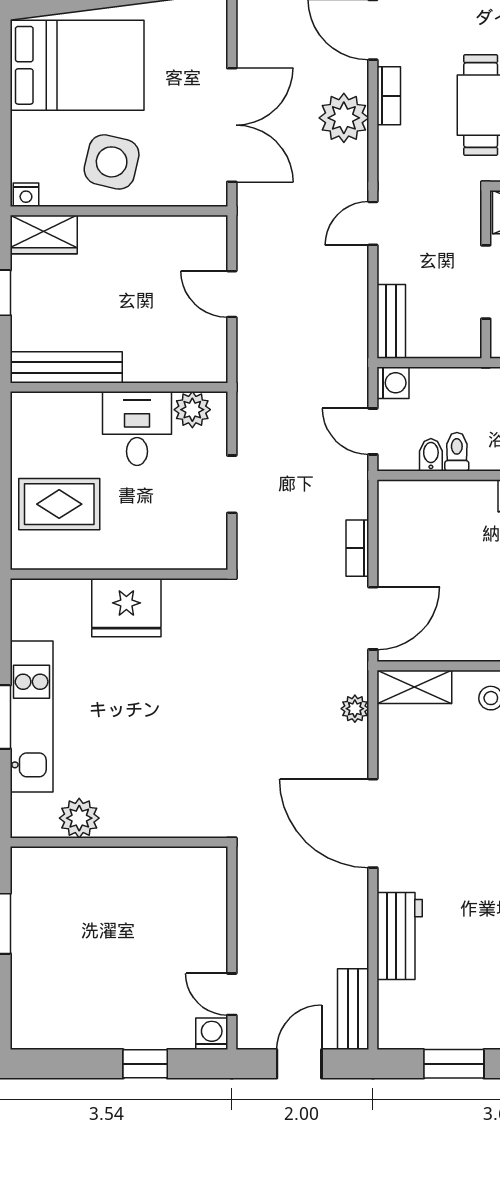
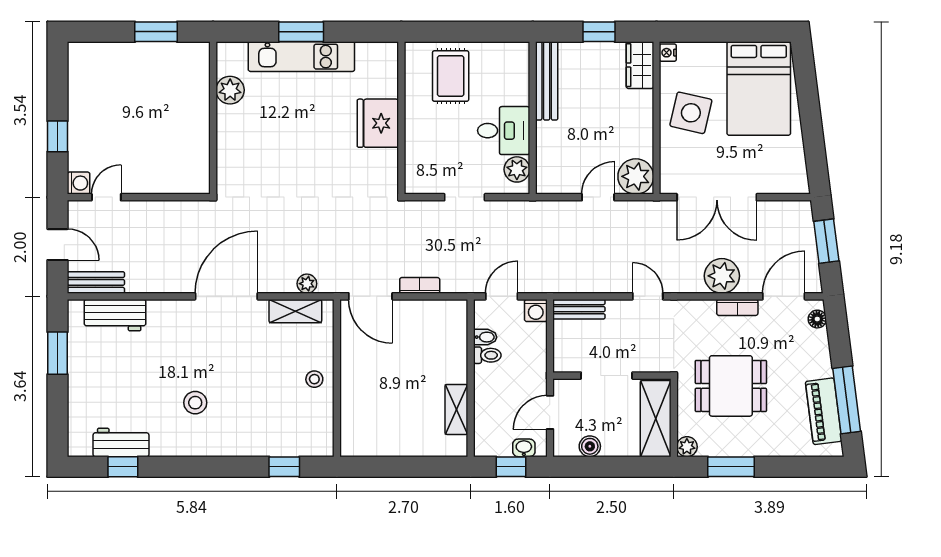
plant: (202, 240) -> (636, 176), added
shelving: (414, 687) -> (295, 311), moved, turned 90
workbench: (400, 936) -> (115, 315), moved

